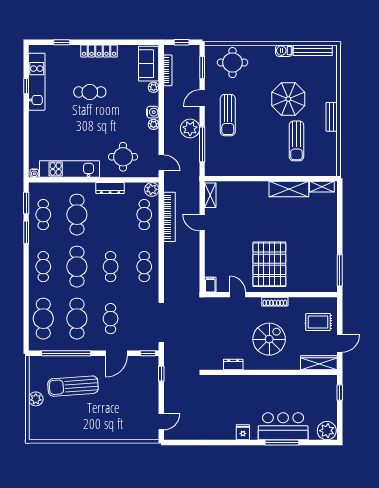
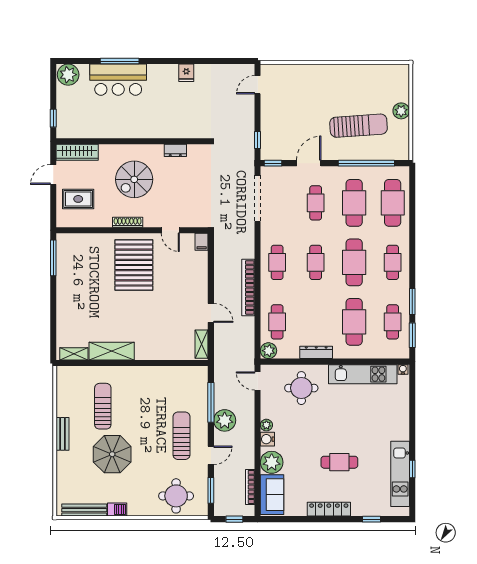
plant: (154, 87) -> (272, 462), width x1.87, depth x1.87
bookcase: (169, 217) -> (248, 287), moved
fridge: (243, 432) -> (186, 73), moved

